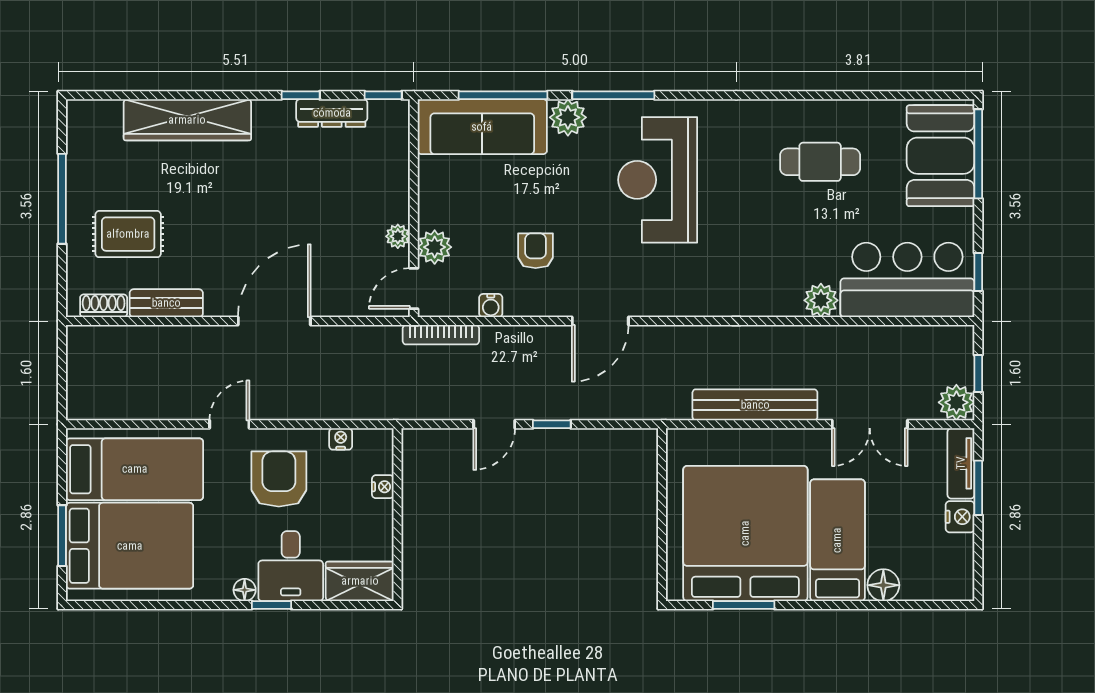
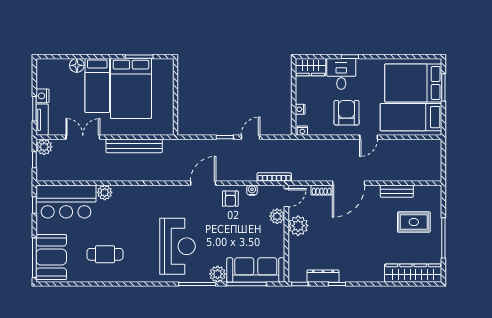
wardrobe: (187, 120) -> (413, 273), moved
plant: (398, 236) -> (298, 226), width x1.87, depth x1.87
armchair: (536, 251) -> (230, 199), moved
shoe rack: (104, 306) -> (322, 190), moved
nightstand: (341, 439) -> (302, 131), moved
armchair: (279, 479) -> (347, 113), turned 180
bed: (745, 533) -> (131, 88), width x0.73
floor lamp: (245, 590) -> (362, 63), removed

